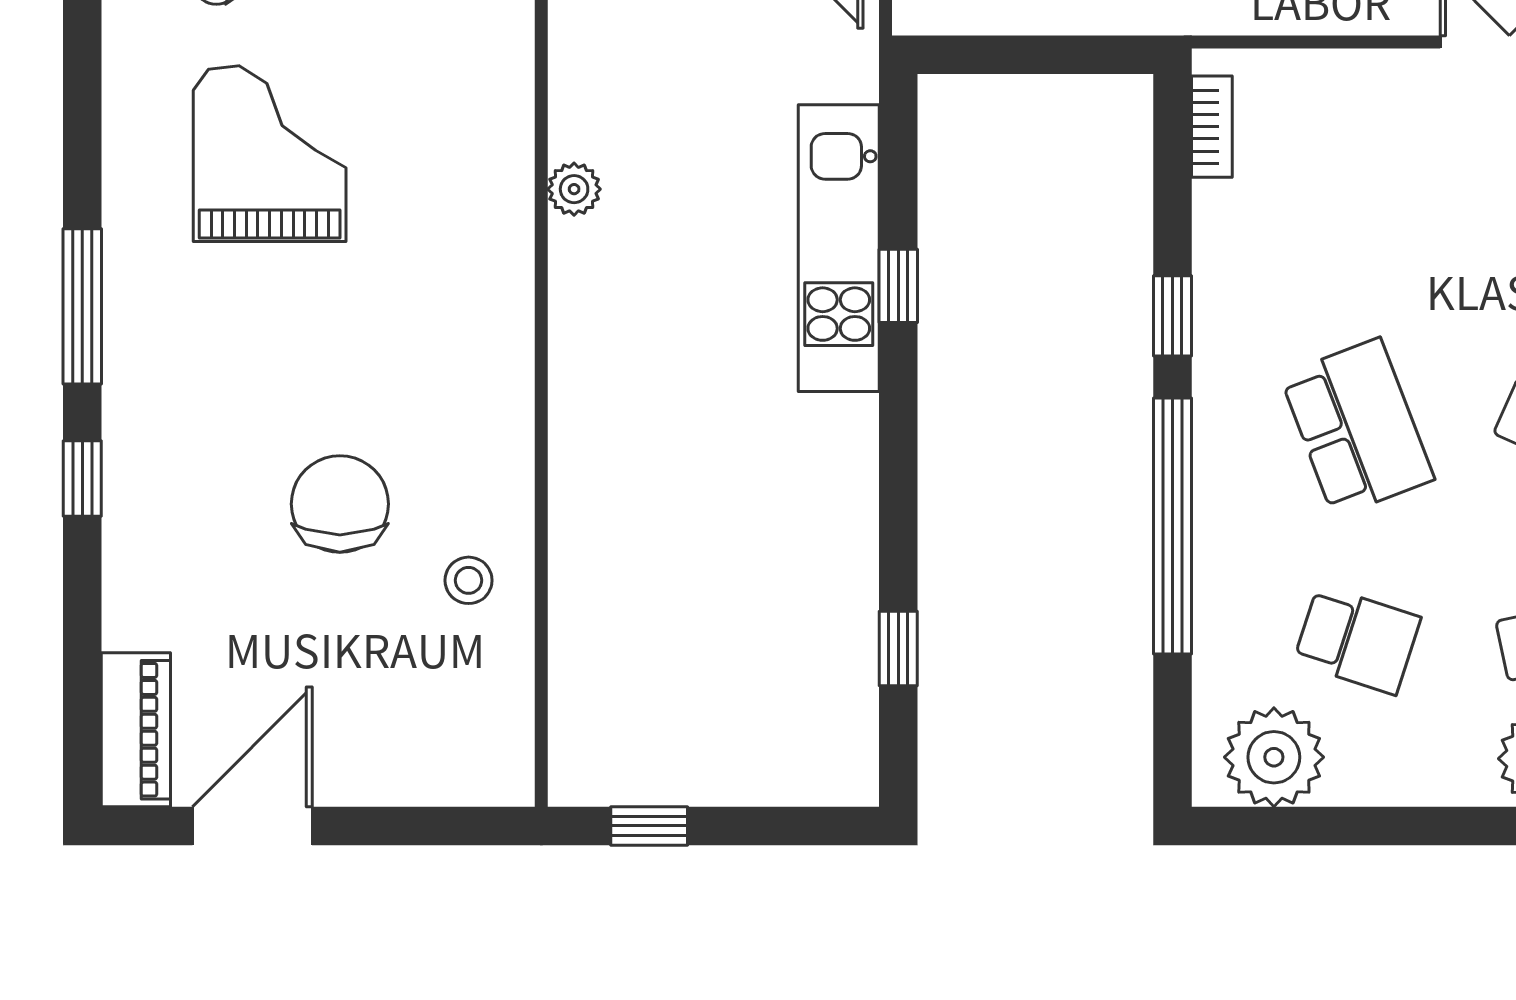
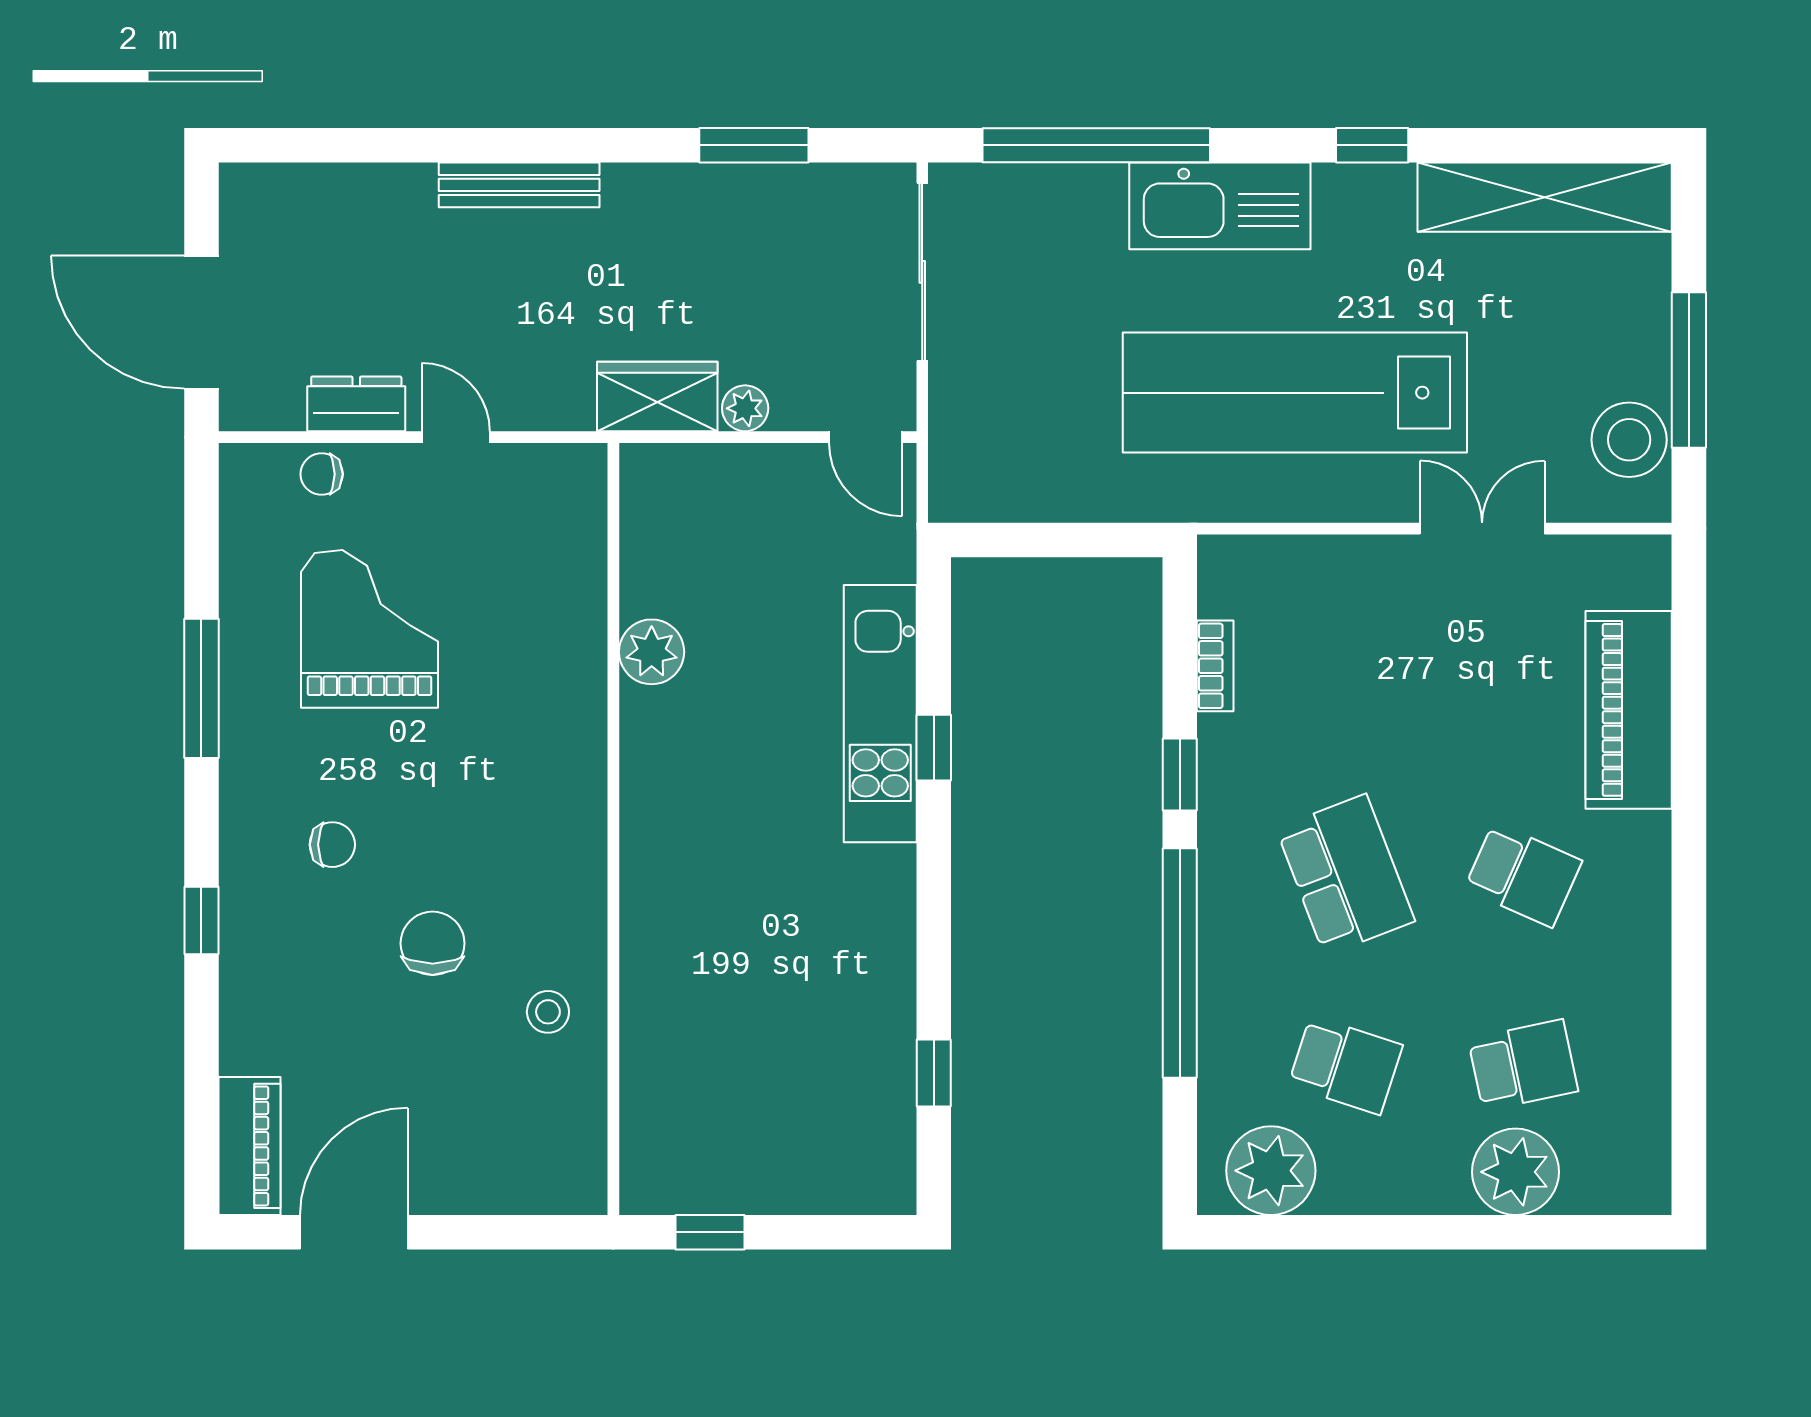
bookcase: (1212, 127) -> (1215, 666), moved
plant: (574, 189) -> (652, 652), width x1.38, depth x1.38
window: (82, 306) -> (201, 688), moved
chair: (228, 394) -> (332, 845), added
chair: (340, 504) -> (433, 943), width x0.73, depth x0.73

